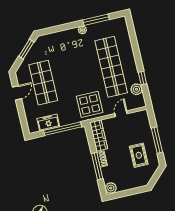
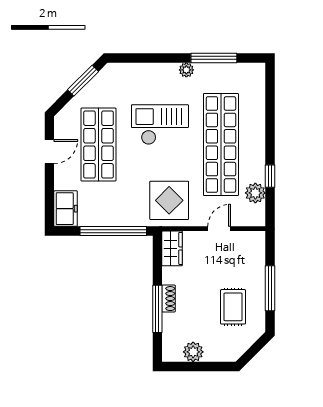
checkout: (75, 64) -> (160, 125), added
freezer: (48, 123) -> (66, 209), moved, turned 90
wardrobe: (99, 136) -> (172, 248), width x0.67
plant: (111, 188) -> (193, 352), moved

